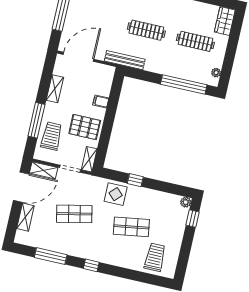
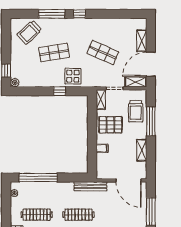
door: (78, 57) -> (129, 180), hinge flipped
shop shelf: (74, 214) -> (103, 53), turned 36
window: (51, 256) -> (52, 14), moved
trolley: (155, 257) -> (29, 32), turned 47

